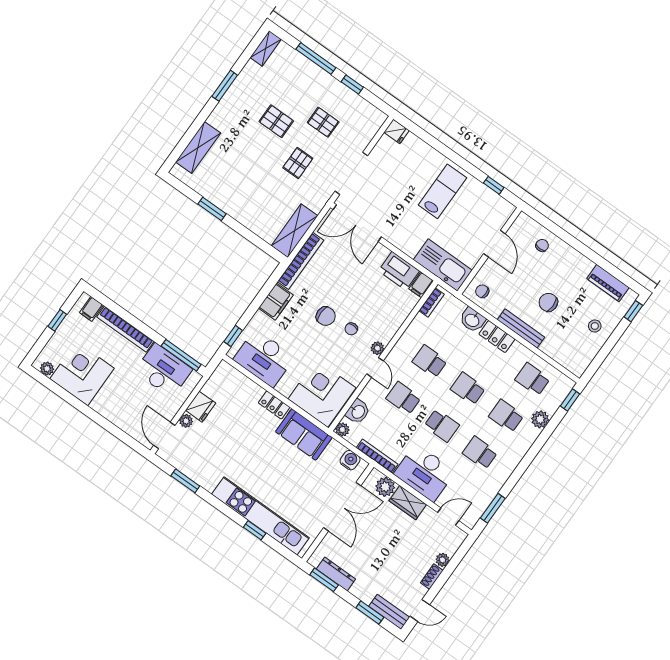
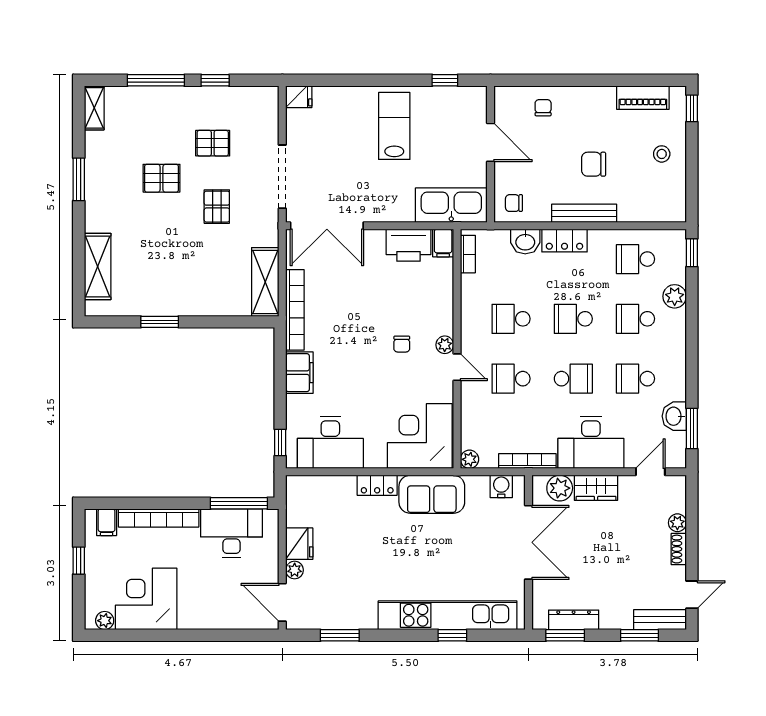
chair: (326, 316) -> (364, 350), removed
washbasin: (358, 412) -> (674, 416), moved, turned 180

